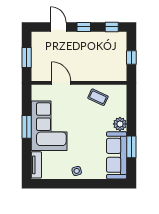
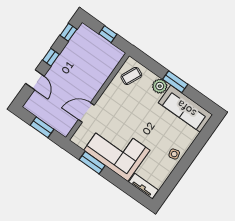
door: (58, 27) -> (35, 80), swing flipped
coffee table: (98, 97) -> (131, 76), moved
window: (27, 127) -> (92, 163), moved
window: (131, 147) -> (175, 82), moved

